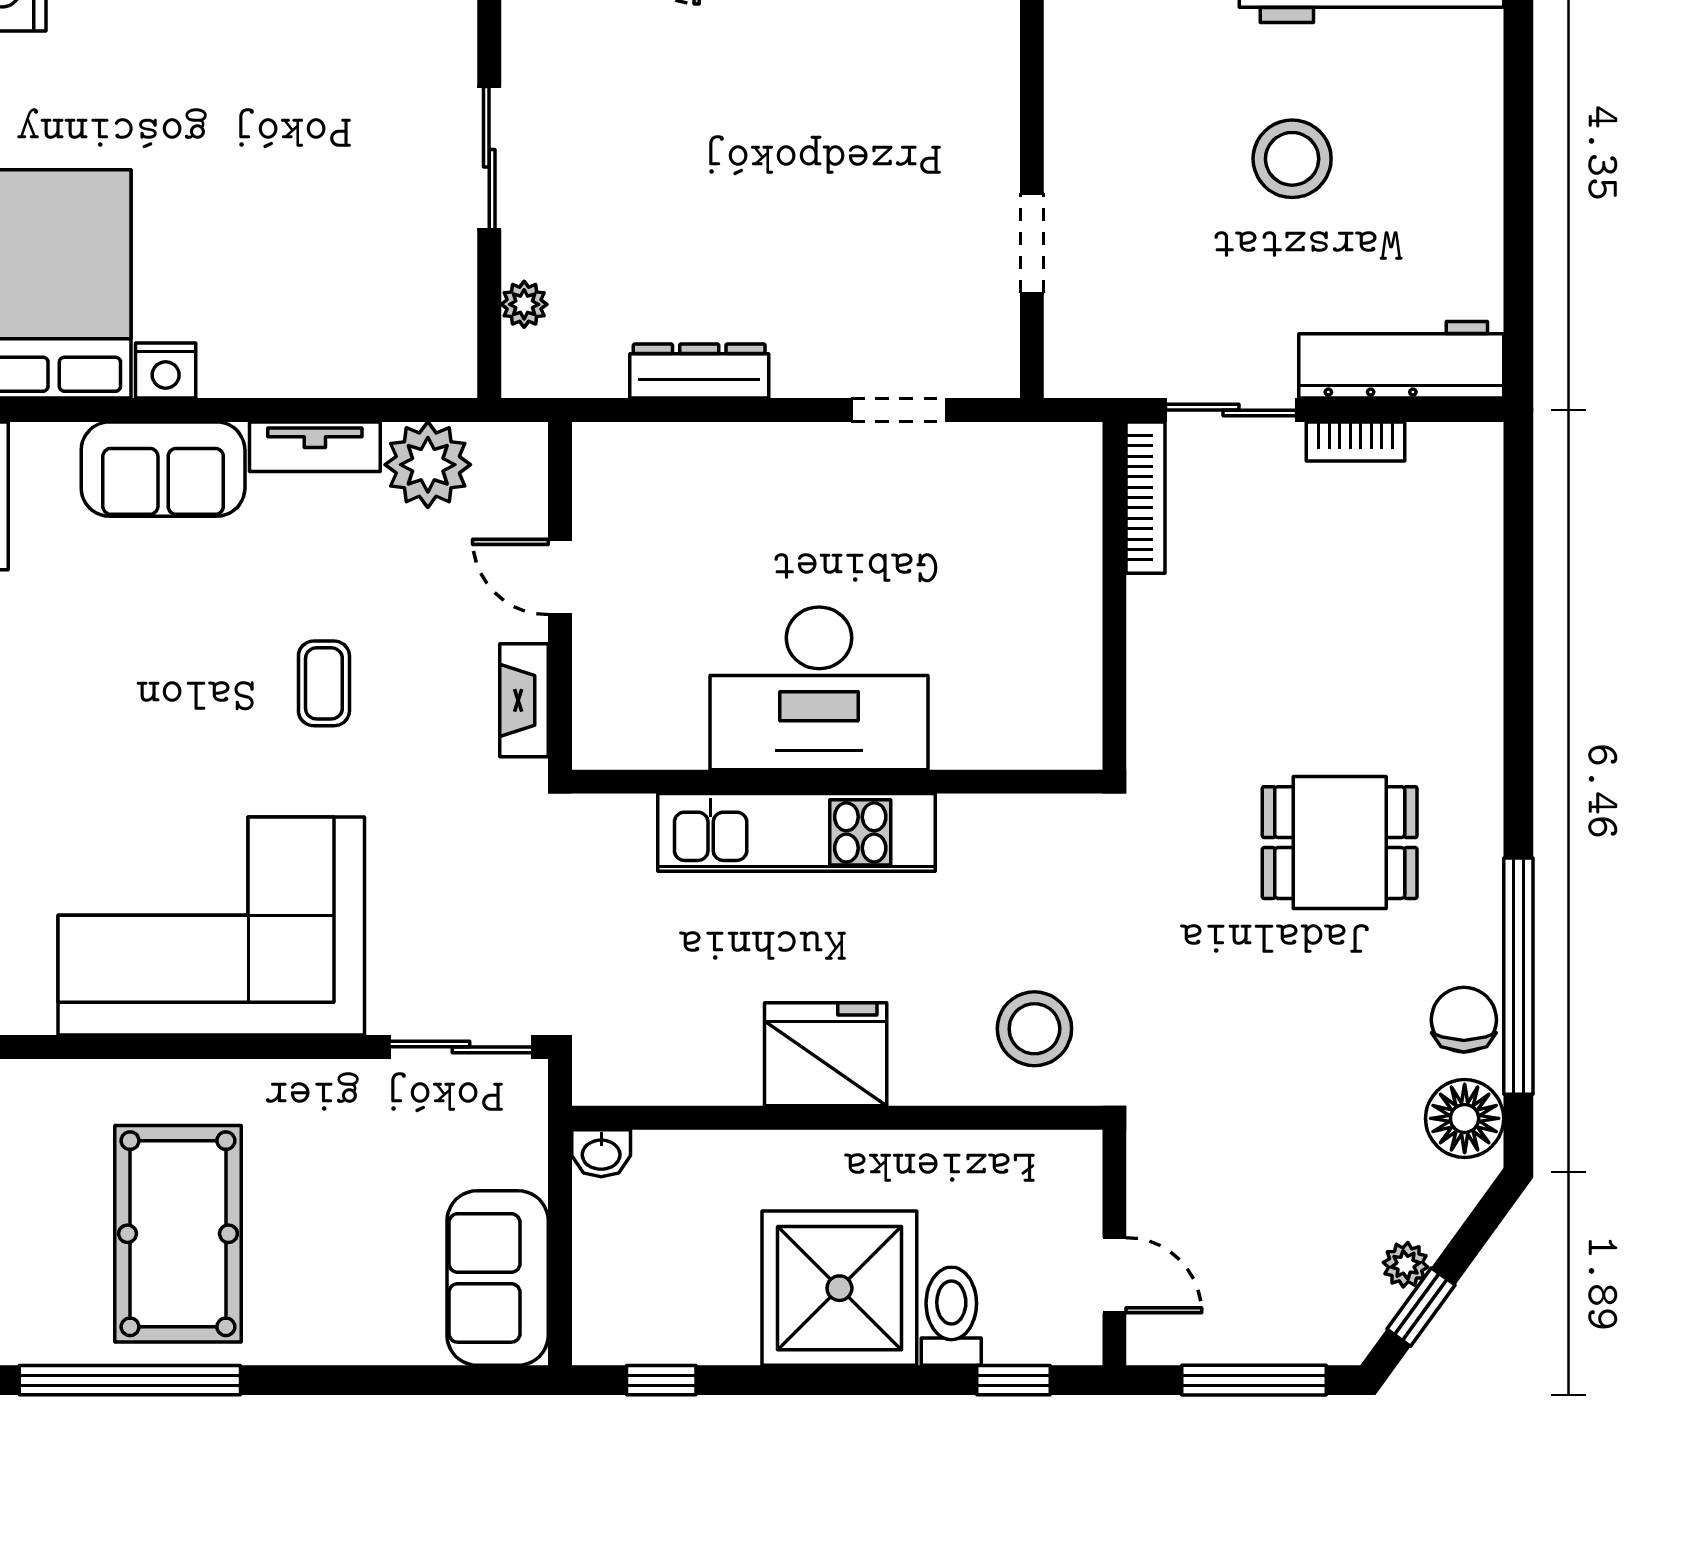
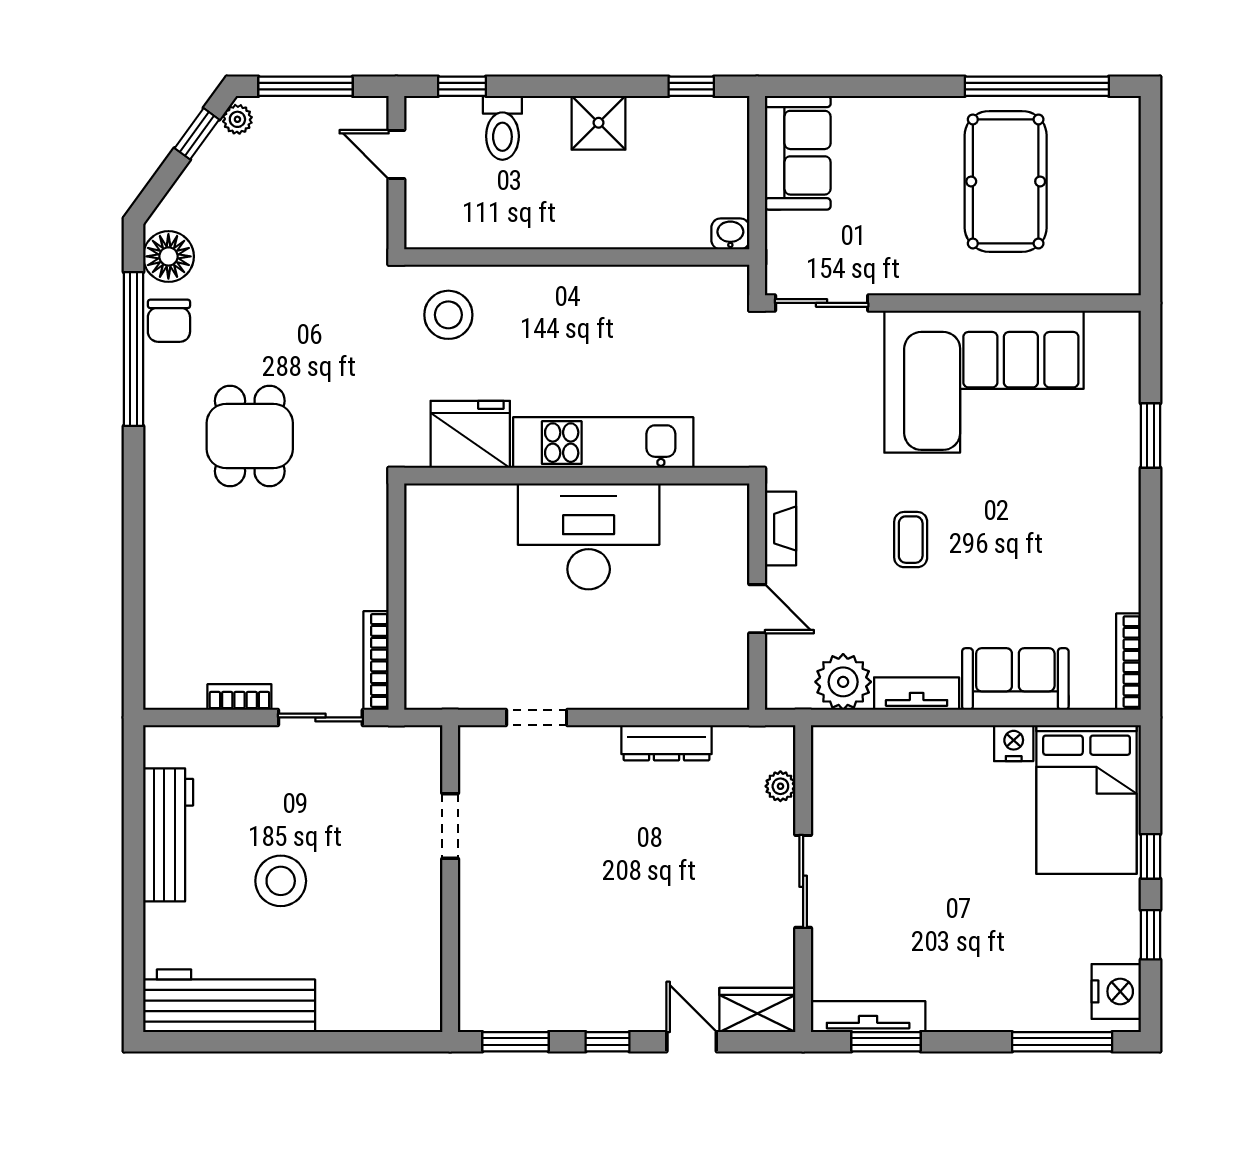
workbench: (1401, 360) -> (168, 835), moved, turned -90
dining table: (1340, 843) -> (250, 436), turned 90
fridge: (826, 1054) -> (470, 434), moved, turned 180
plant: (1406, 1265) -> (237, 119), moved
shower: (839, 1288) -> (599, 123), width x0.54, depth x0.54

